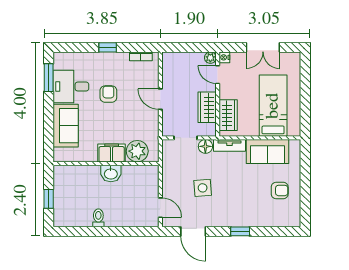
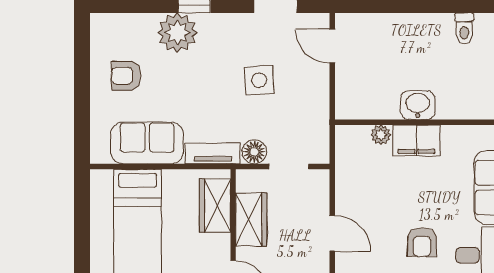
plant: (137, 151) -> (381, 135), width x0.53, depth x0.53
plant: (250, 215) -> (177, 33), added
toilet: (98, 218) -> (464, 28), moved

